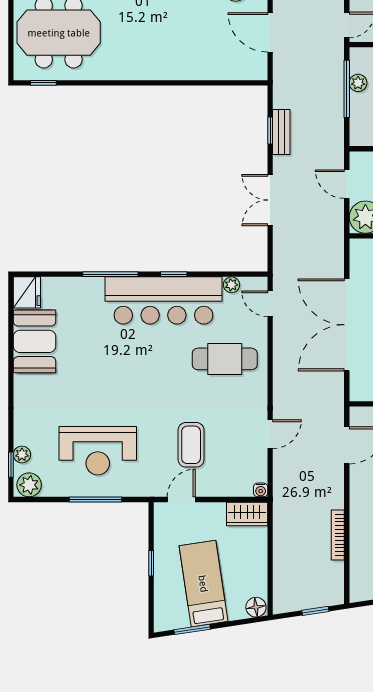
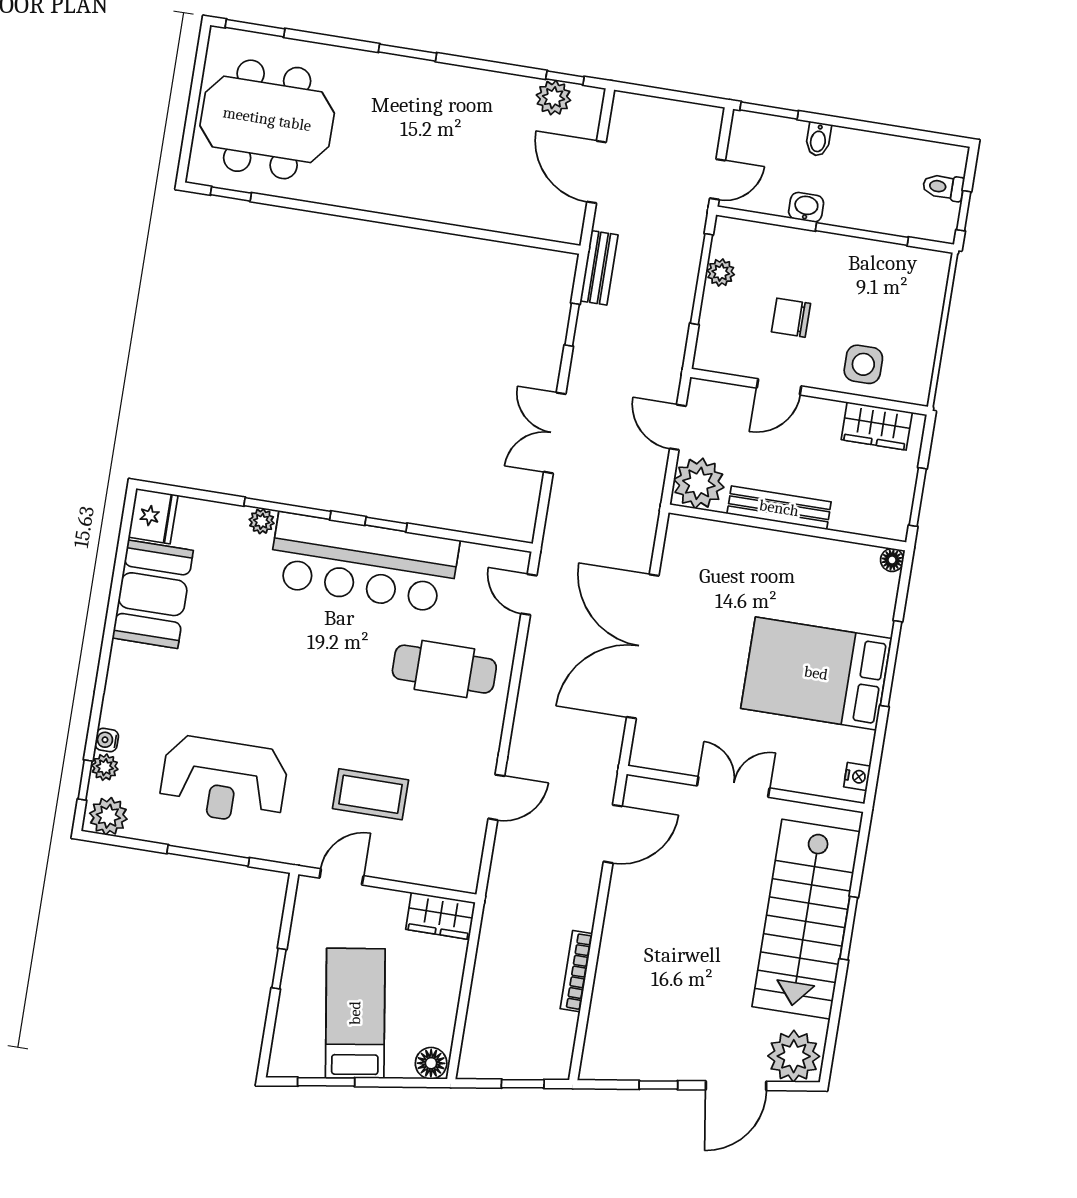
bench: (281, 132) -> (599, 268), moved
plant: (232, 285) -> (262, 521), moved
coffee table: (191, 445) -> (371, 794), turned 90
water cooler: (261, 490) -> (107, 740), moved, turned 90

